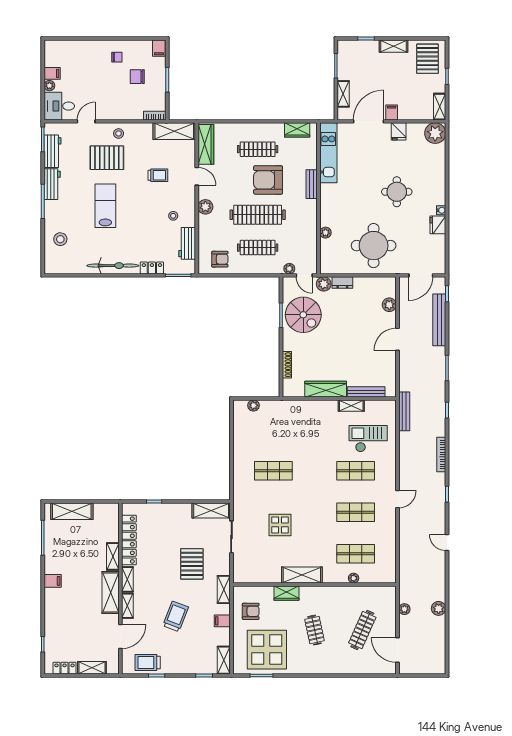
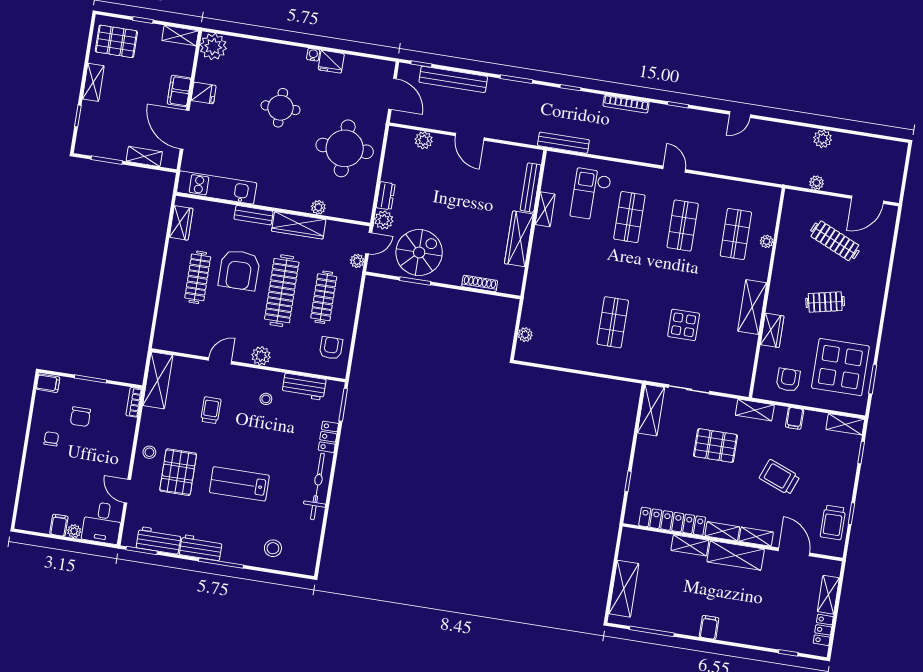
filing cabinet: (392, 112) -> (179, 91), width x2.00
wardrobe: (206, 144) -> (299, 225), moved, turned 180

